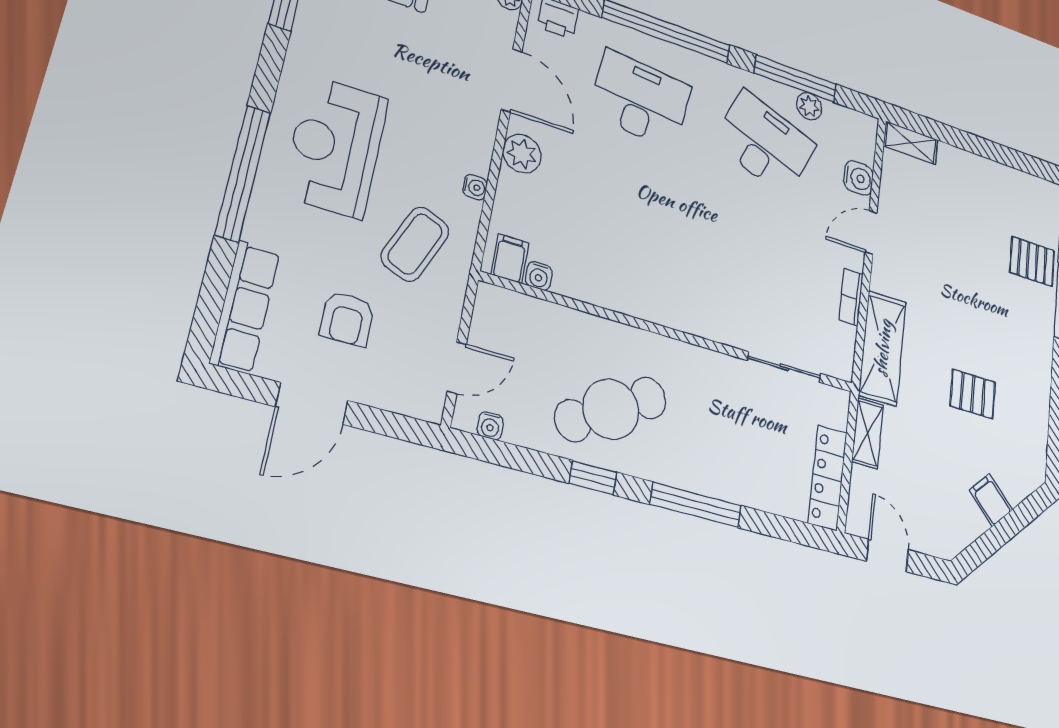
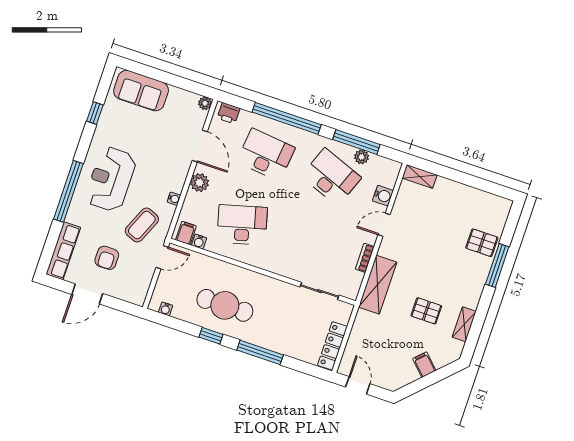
desk: (618, 239) -> (242, 225), added
door: (457, 368) -> (162, 257), moved
cafe table: (611, 409) -> (225, 305), turned 30
shelving: (868, 433) -> (464, 324), moved

